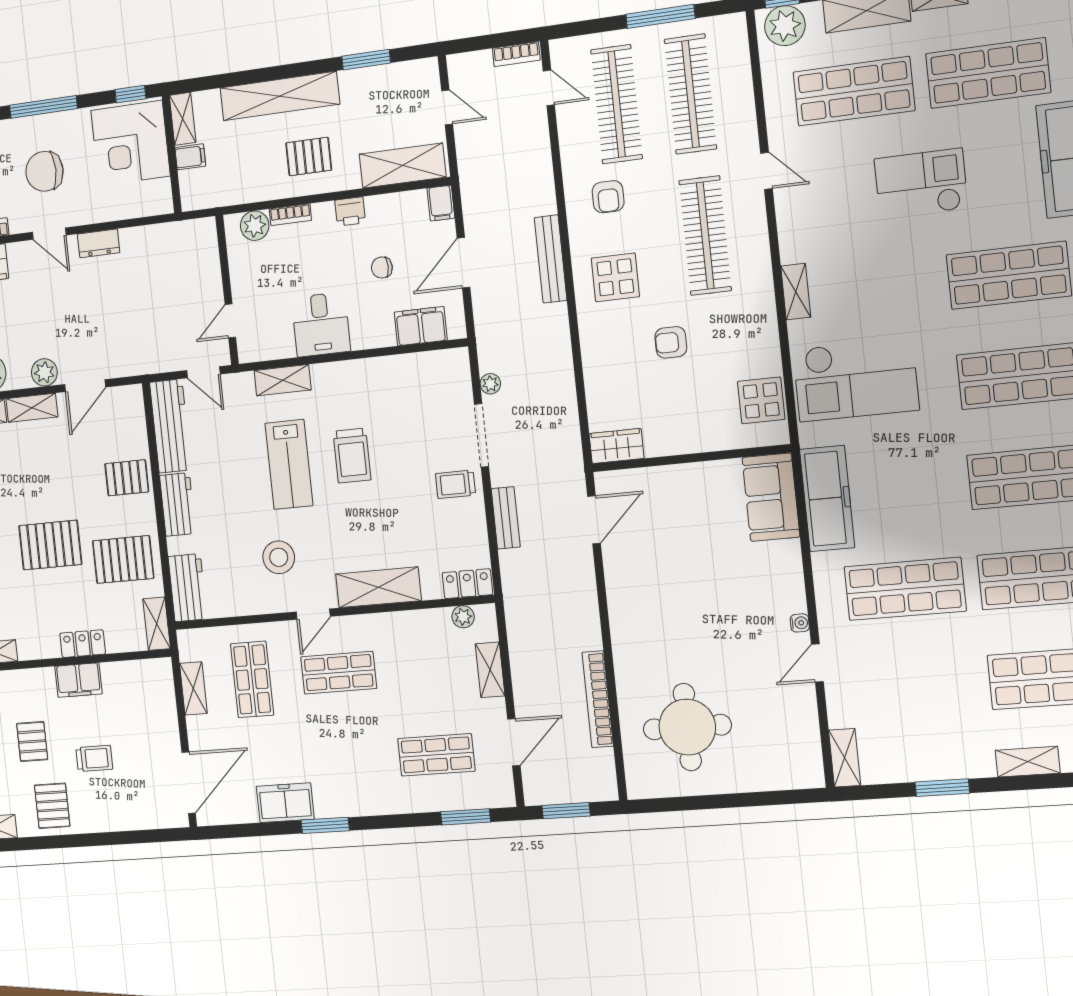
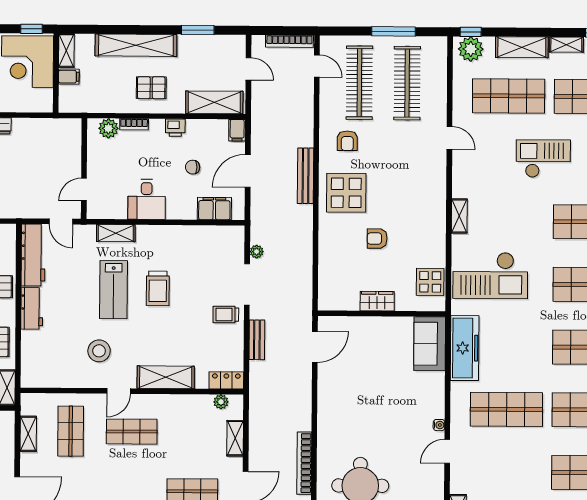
bookcase: (516, 54) -> (289, 41), width x1.56
clothes rail: (705, 236) -> (406, 174), removed
display table: (615, 277) -> (346, 193), width x1.36, depth x1.36
wardrobe: (617, 446) -> (377, 301), moved
workbench: (188, 588) -> (32, 365), removed

